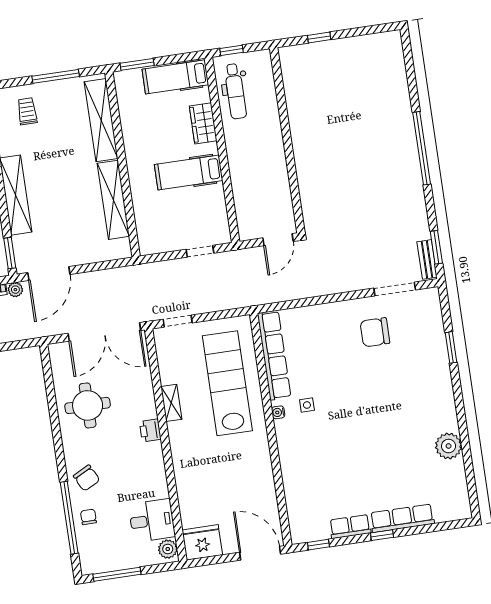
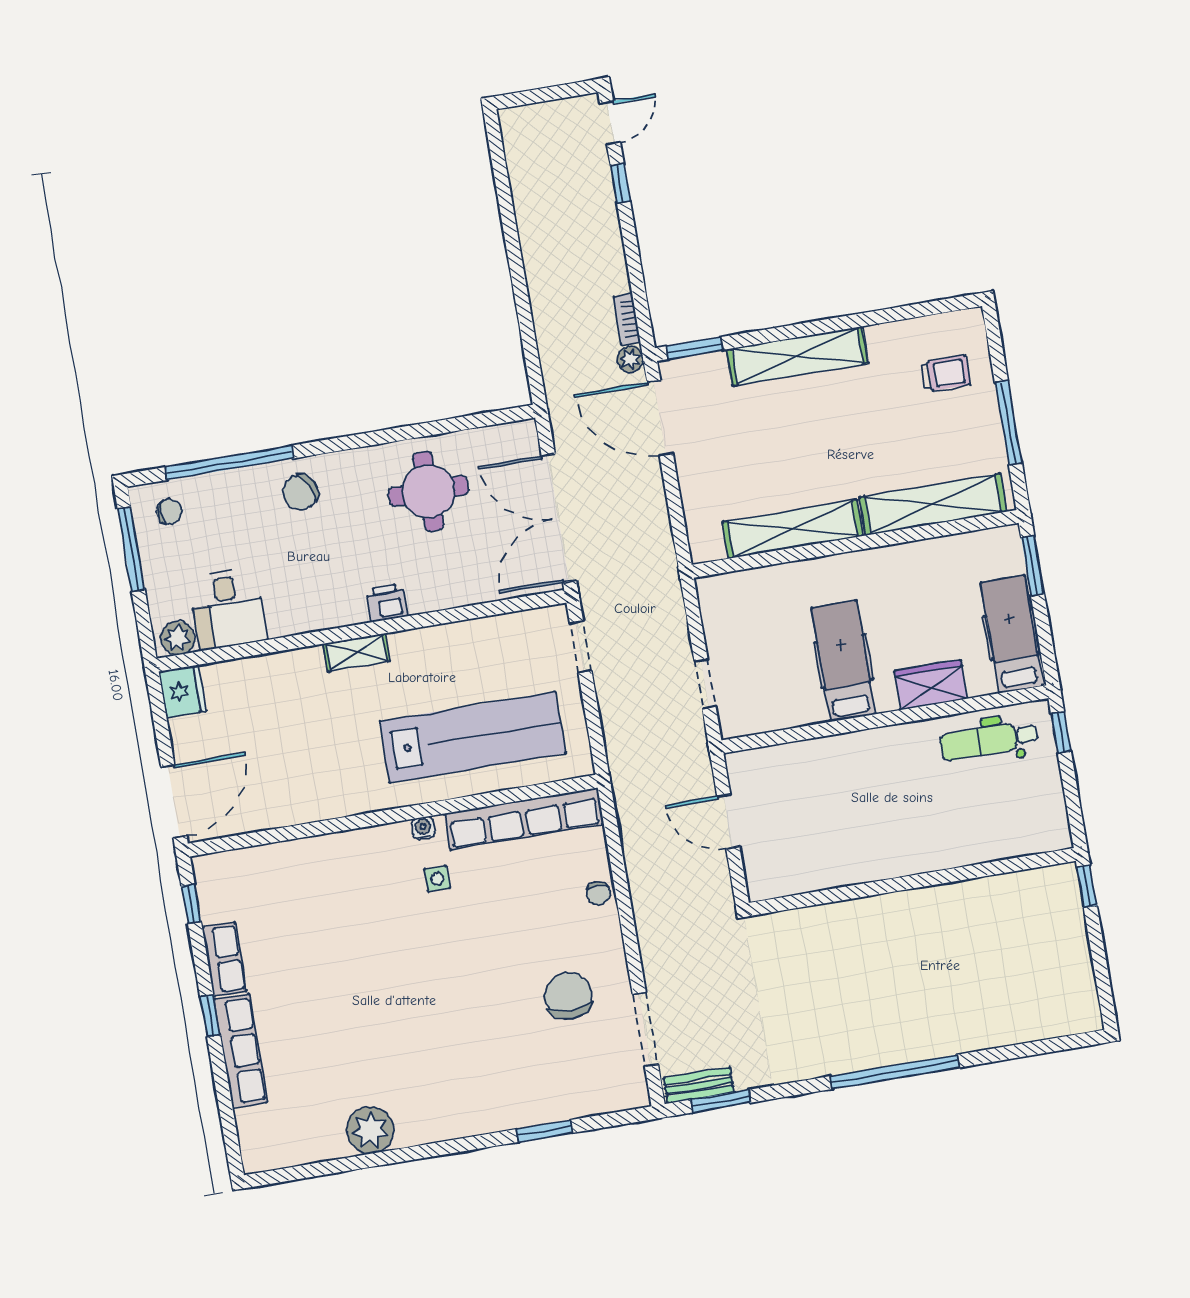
wall: (287, 140) -> (912, 882), moved
chair: (317, 314) -> (598, 893), added
shelving: (171, 403) -> (357, 652), moved
chair: (88, 517) -> (169, 511), moved
fridge: (202, 542) -> (183, 691), width x0.73, depth x0.75

